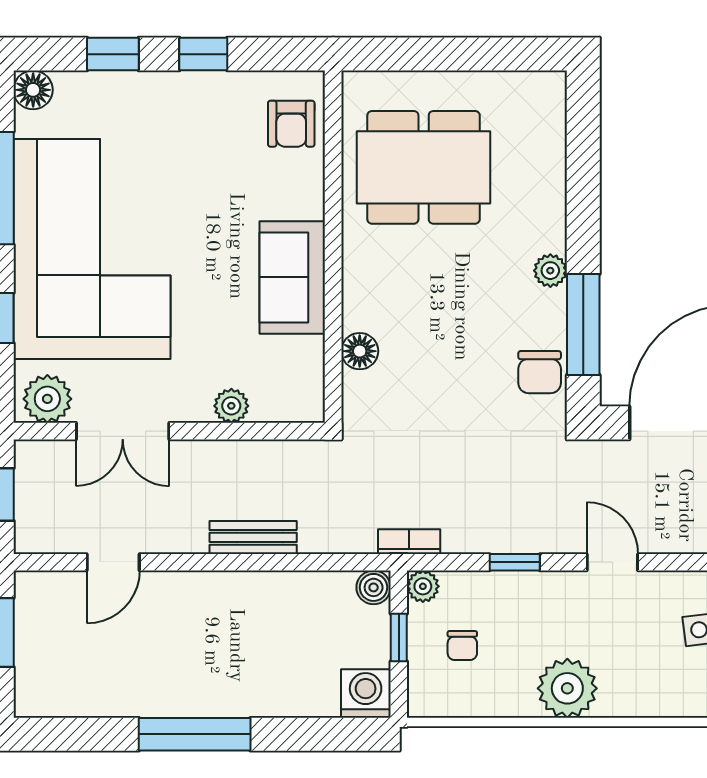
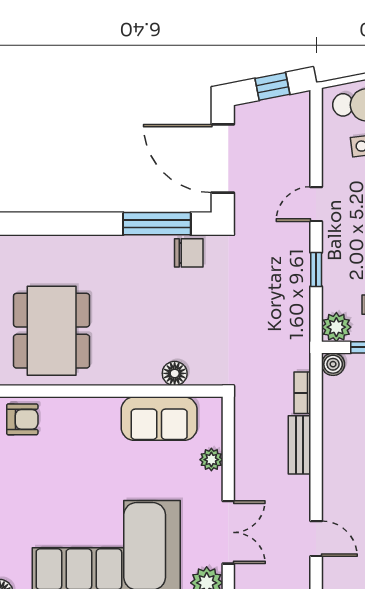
plant: (550, 271) -> (121, 246), removed
sofa: (292, 277) -> (159, 419), moved
bookcase: (409, 542) -> (302, 393), moved
plant: (423, 586) -> (336, 327), width x1.38, depth x1.38

